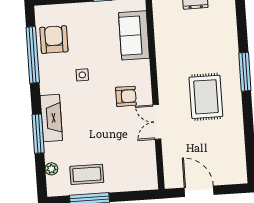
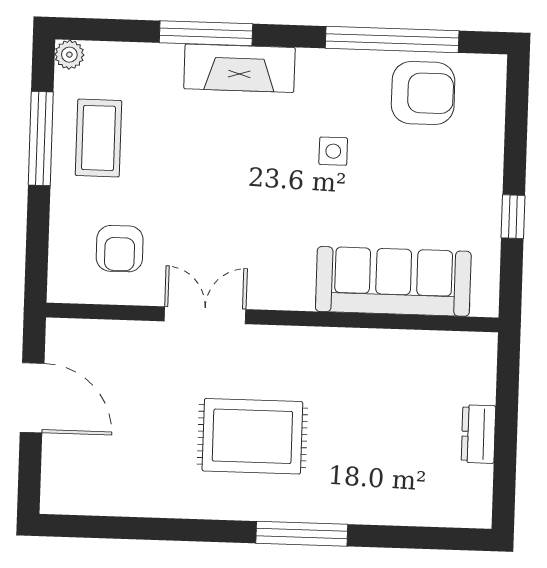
sofa: (134, 35) -> (393, 281), width x1.36
armchair: (126, 96) -> (120, 249), moved
plant: (51, 169) -> (69, 55), moved
door: (199, 191) -> (32, 398), hinge flipped

